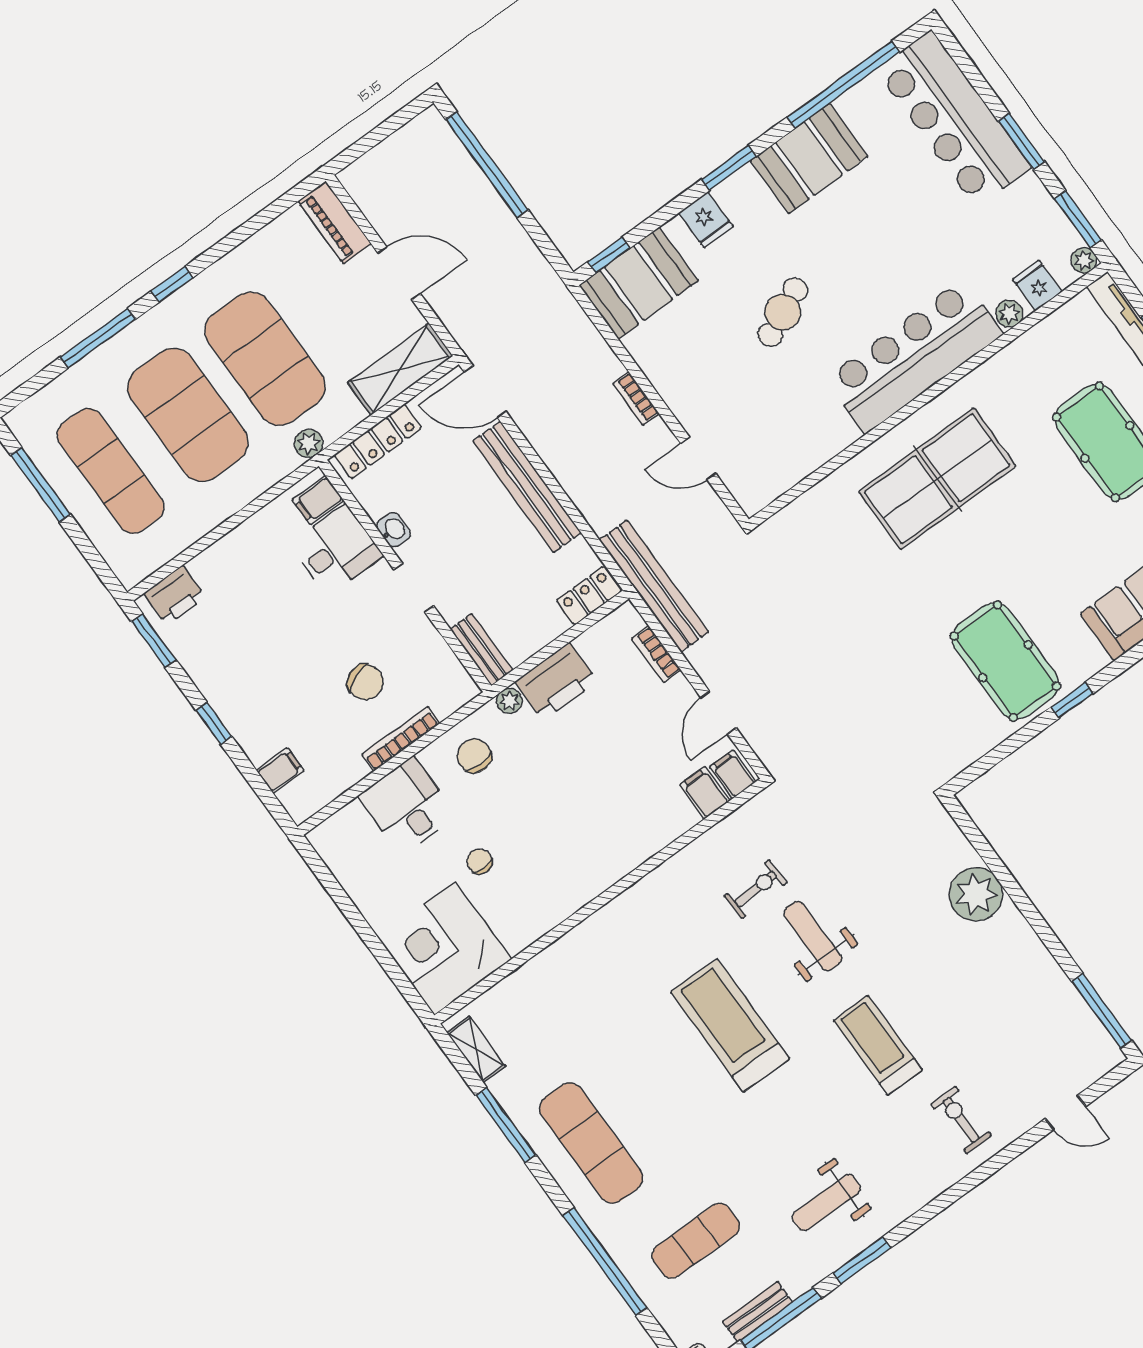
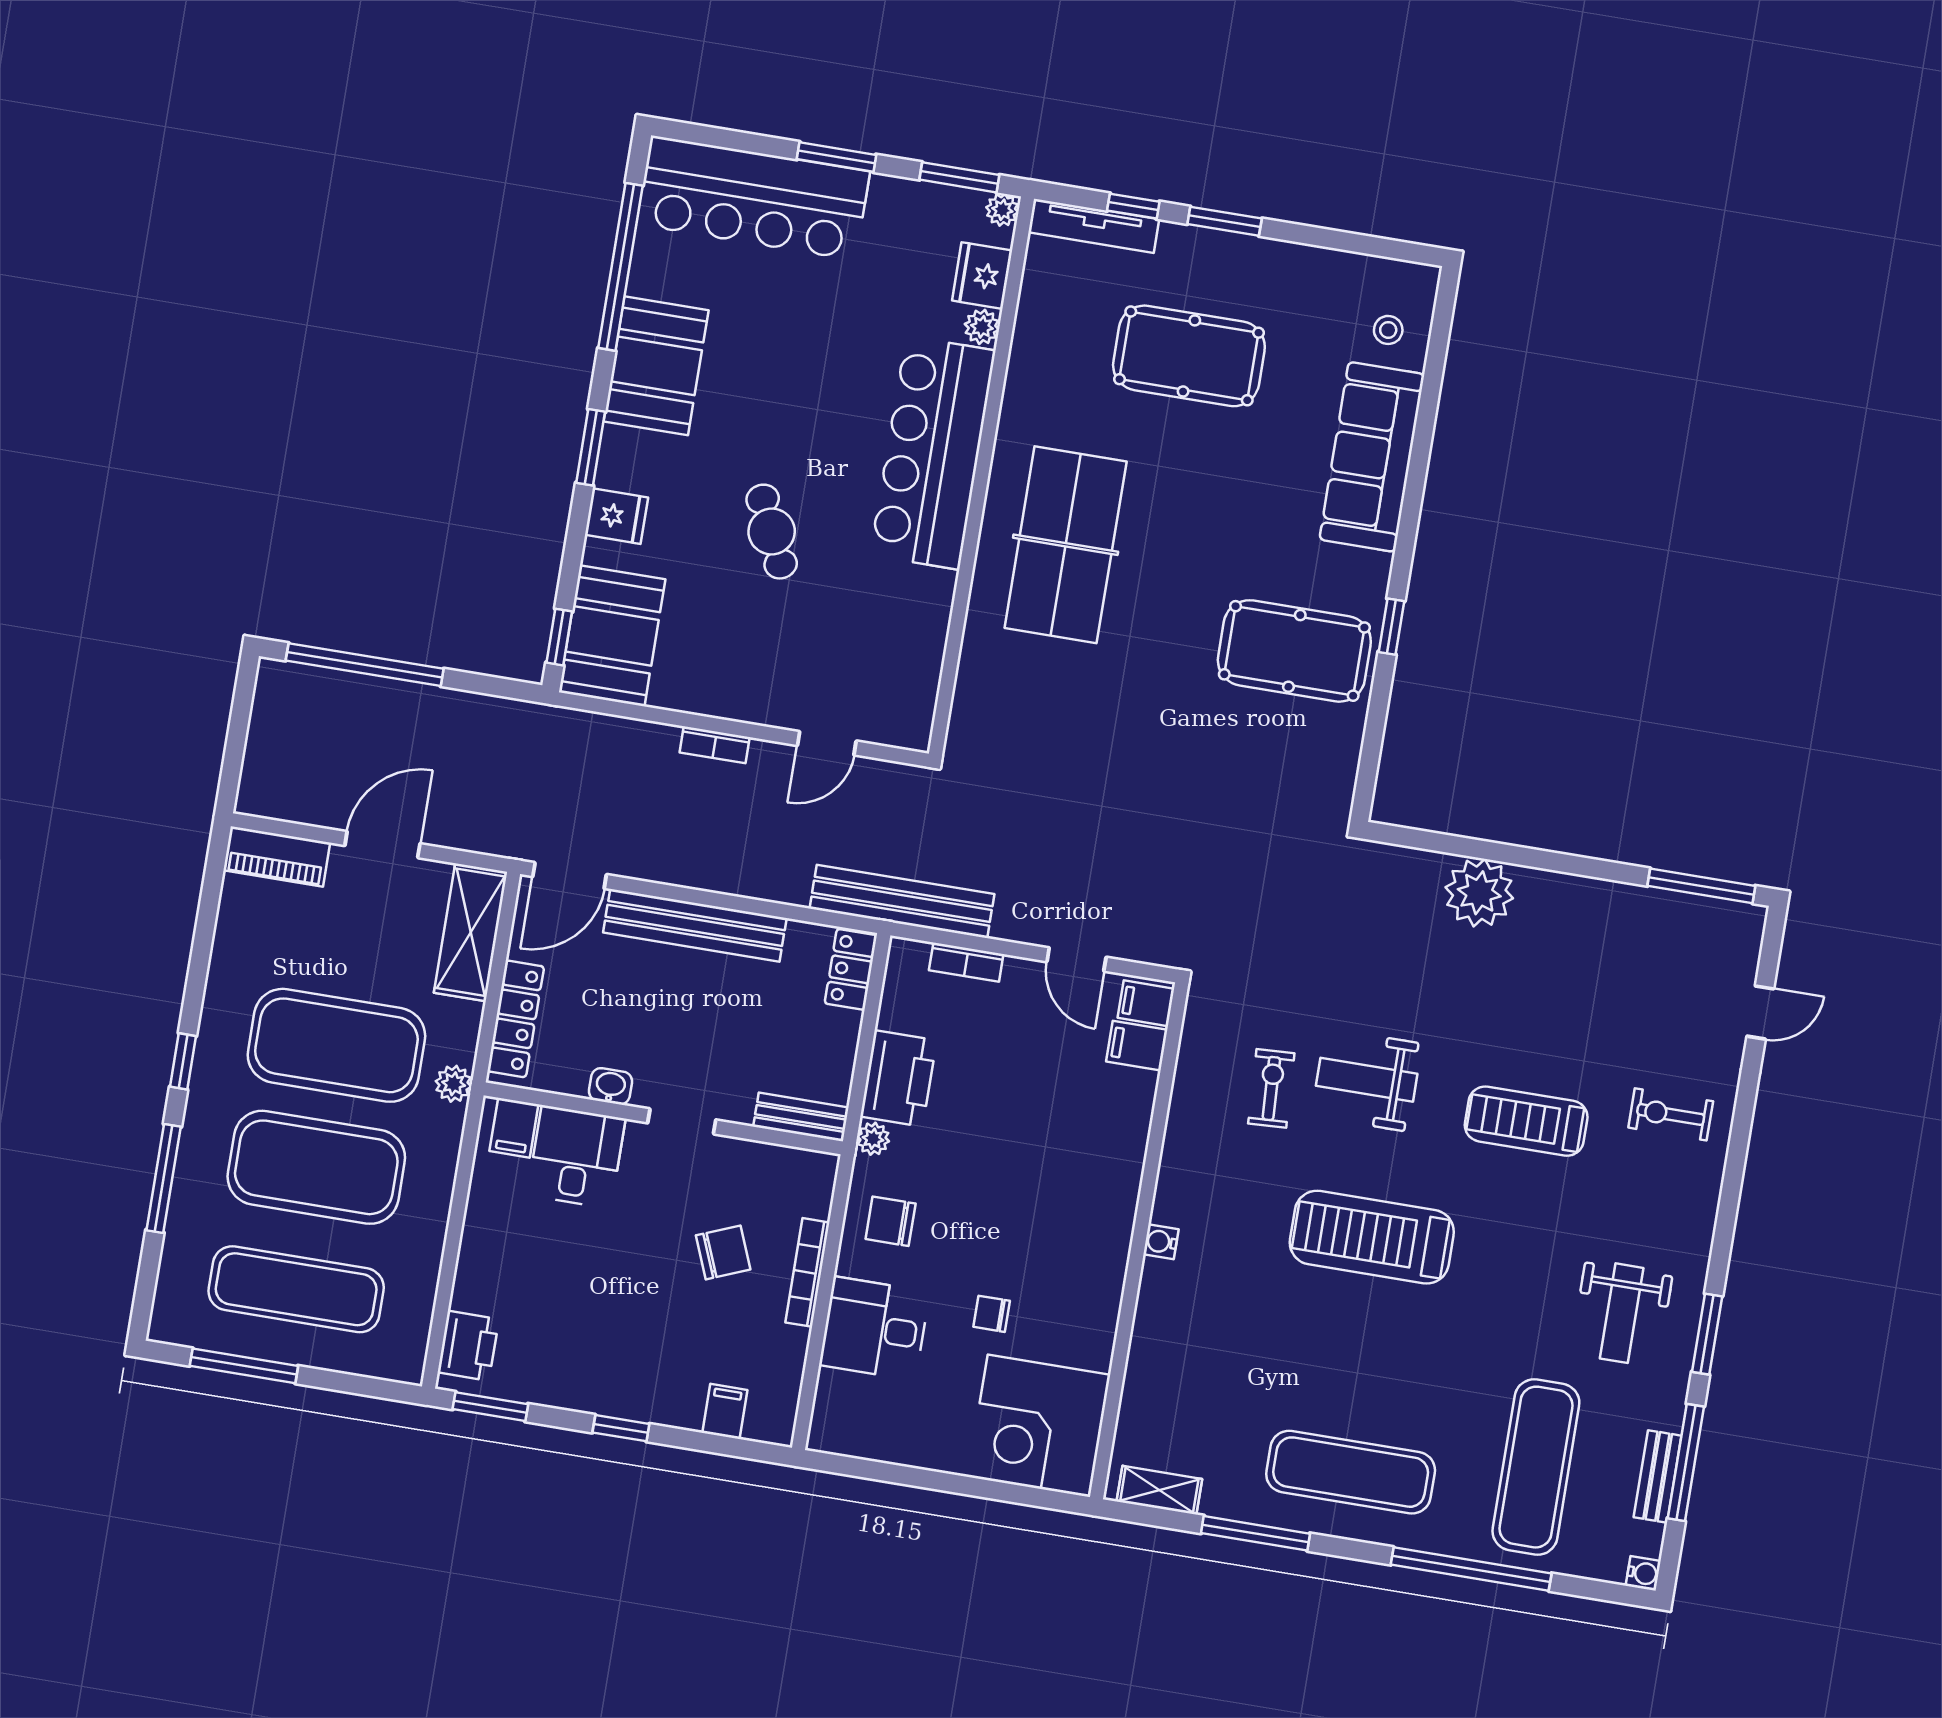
fridge: (1037, 286) -> (982, 276), width x1.38
water cooler: (612, 914) -> (1161, 1242), added
exercise mat: (696, 1241) -> (1536, 1467), width x1.36, depth x1.45

